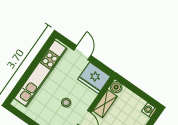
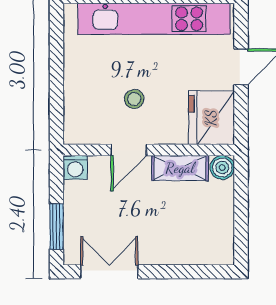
washing machine: (149, 110) -> (222, 253), removed

